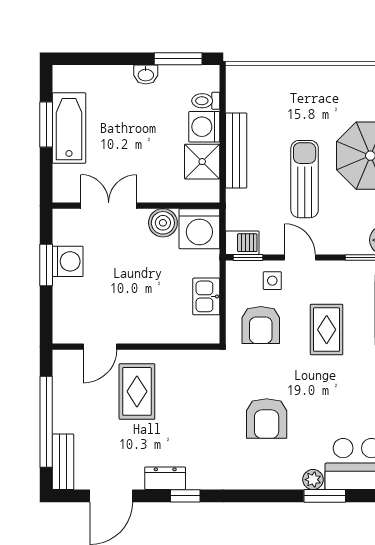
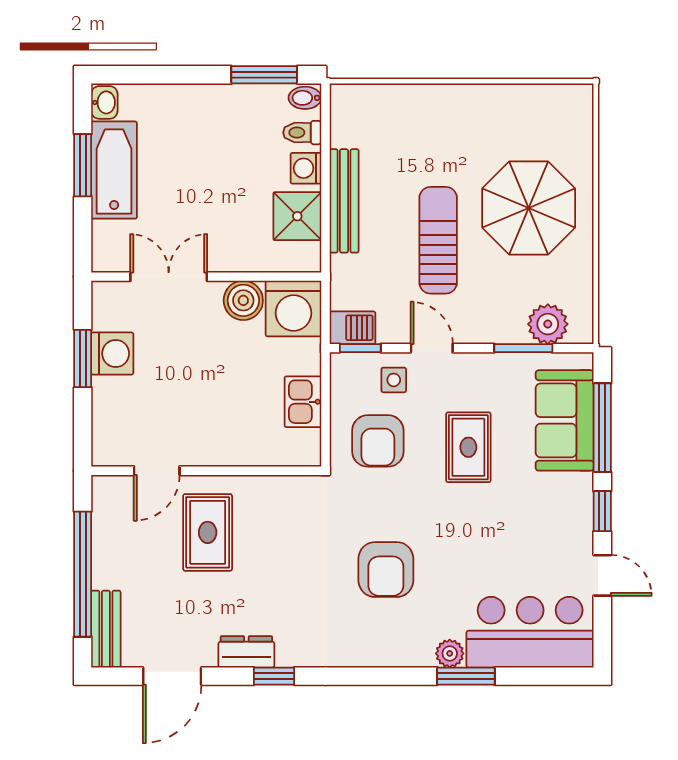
washbasin: (146, 75) -> (104, 102), moved, turned -90
bidet: (208, 76) -> (305, 98), added
washing machine: (204, 127) -> (306, 168), width x0.73, depth x0.73

